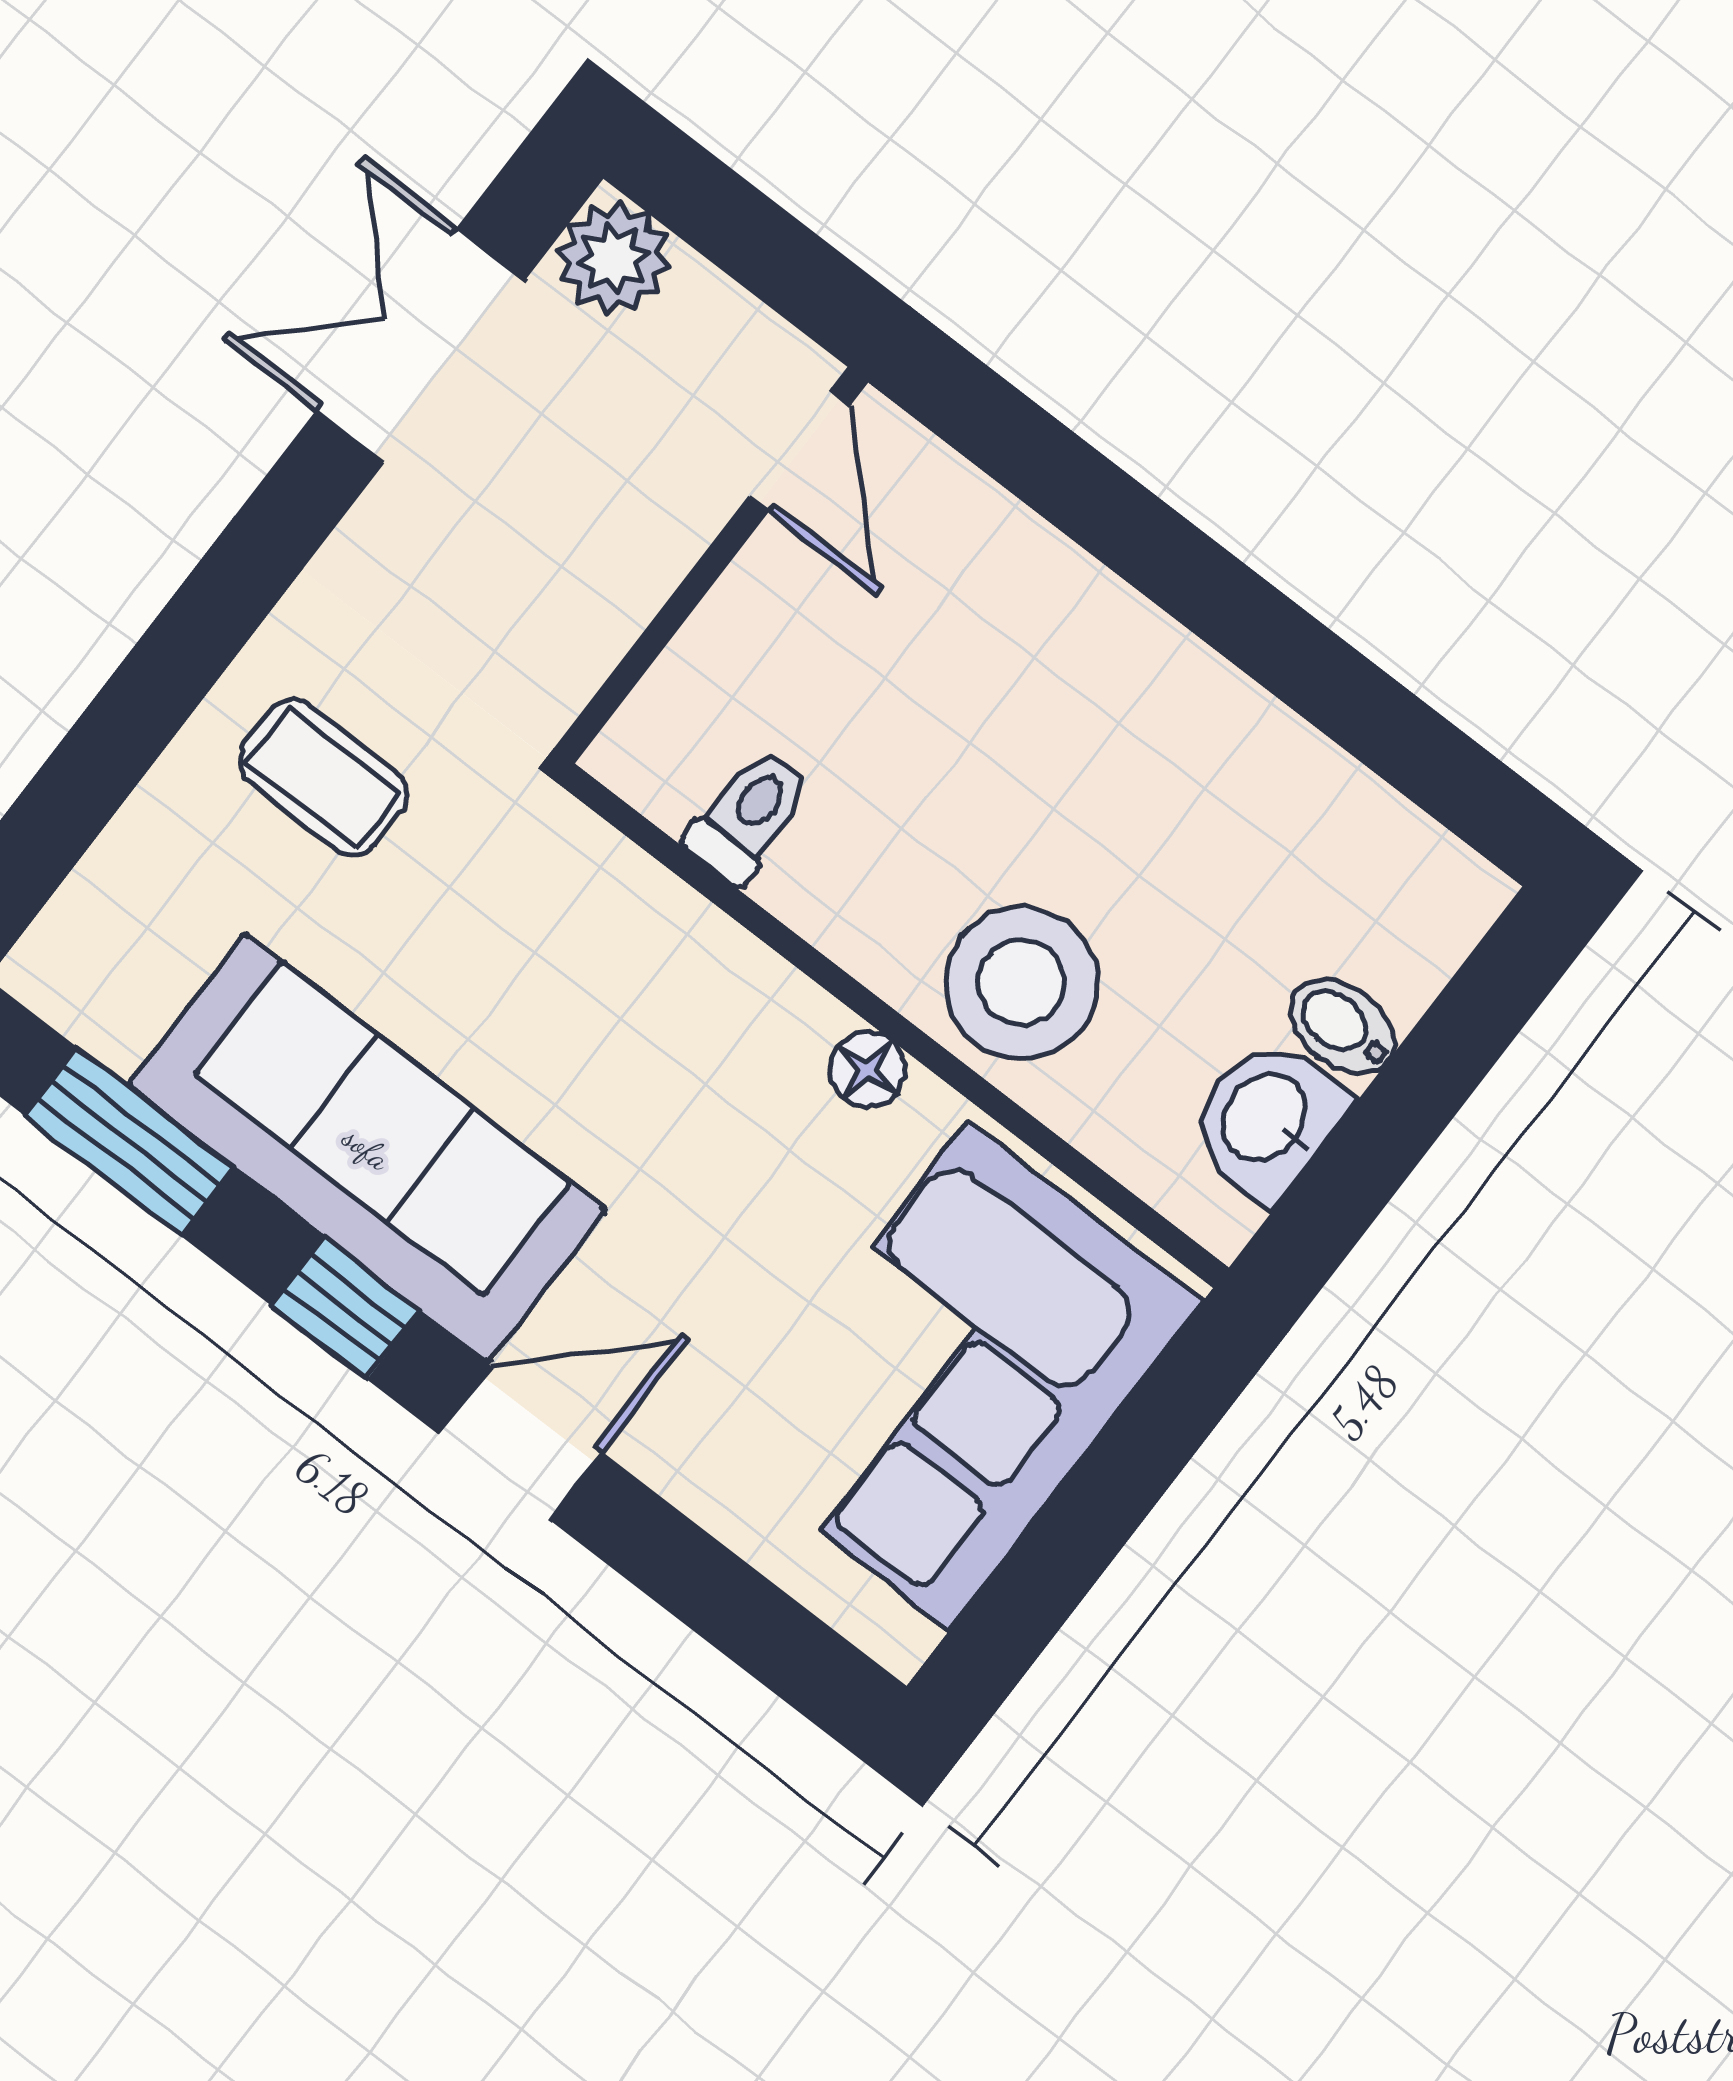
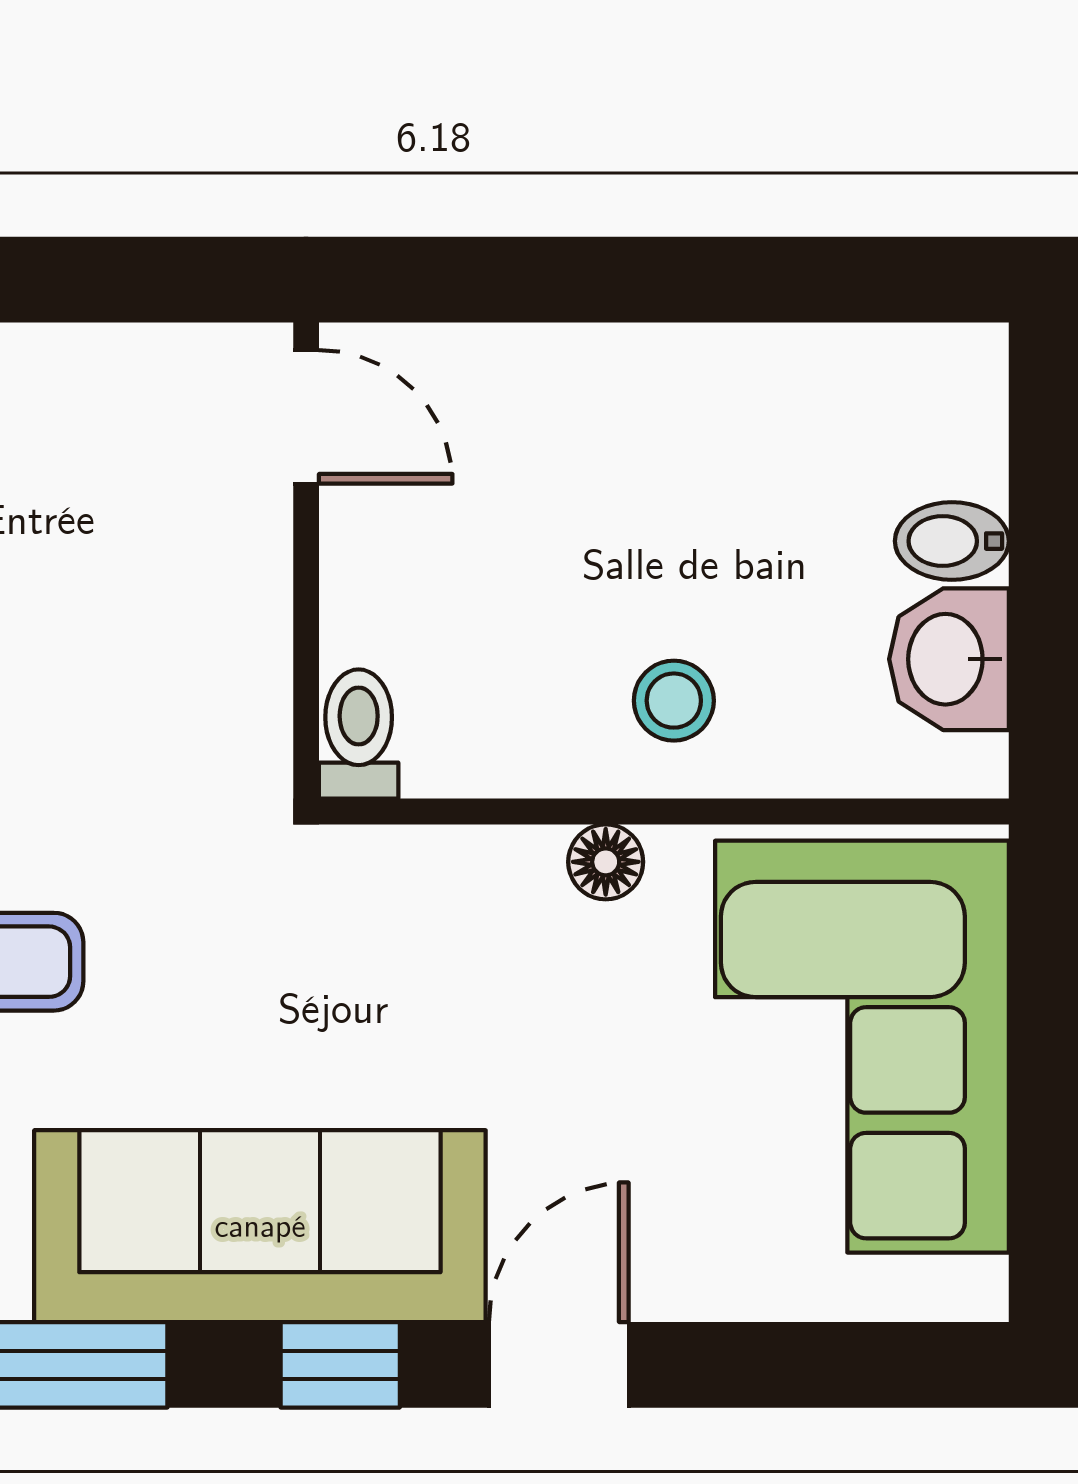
door: (800, 450) -> (306, 417), moved
wall: (711, 565) -> (306, 561), moved
stool: (1021, 983) -> (674, 701), width x0.53, depth x0.53

